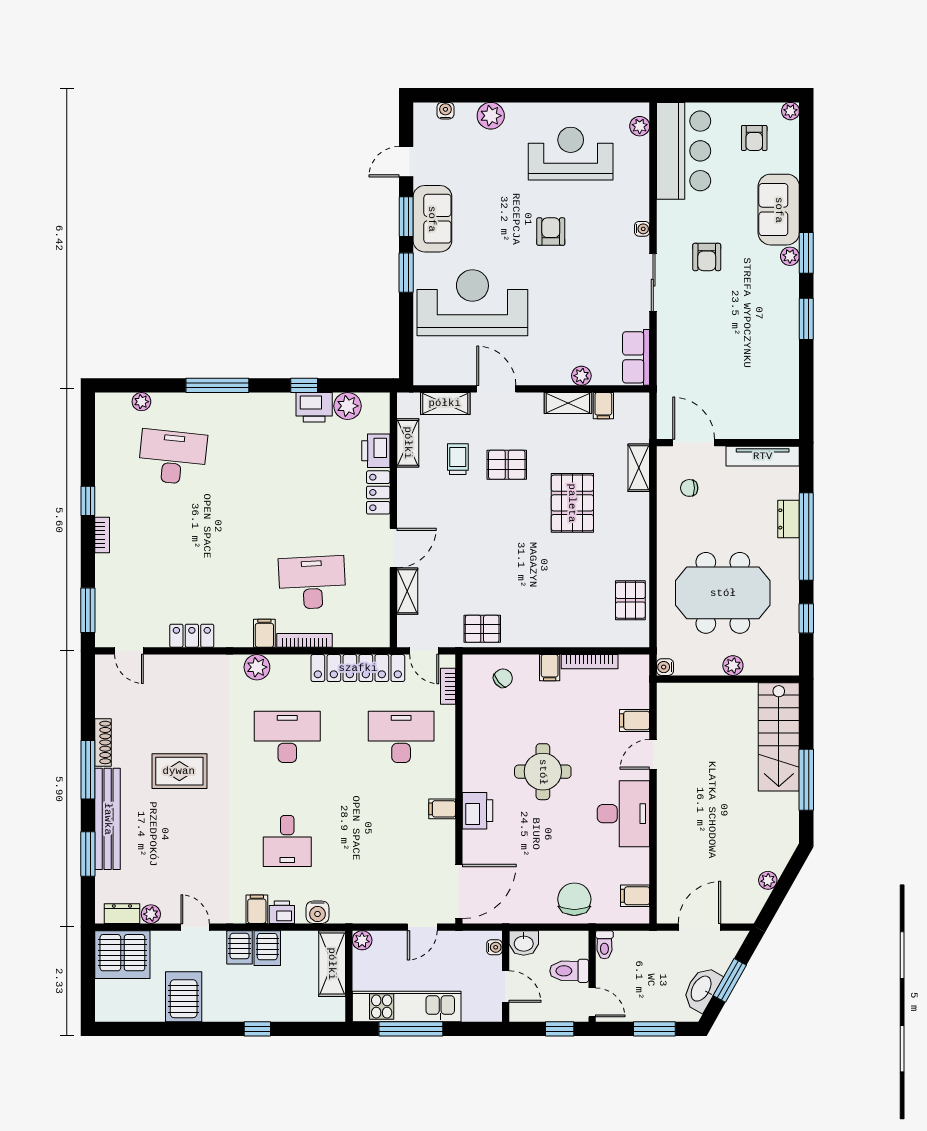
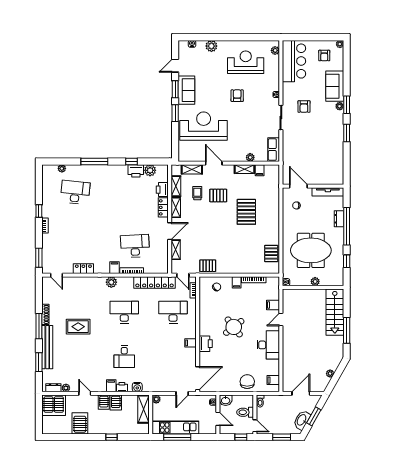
shelving: (639, 468) -> (176, 208), moved
round table: (543, 772) -> (234, 327), turned -38

